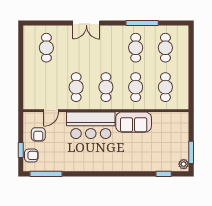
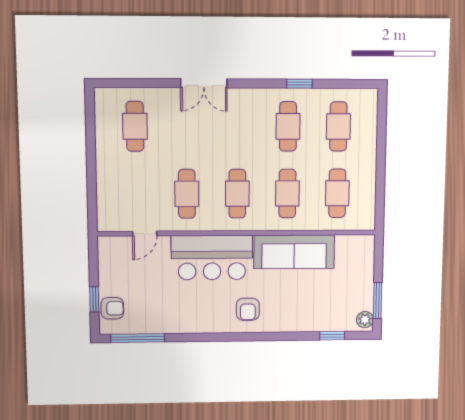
window: (142, 23) -> (299, 84), width x0.46
sofa: (134, 122) -> (294, 252), width x1.36
armchair: (38, 134) -> (248, 309), moved

